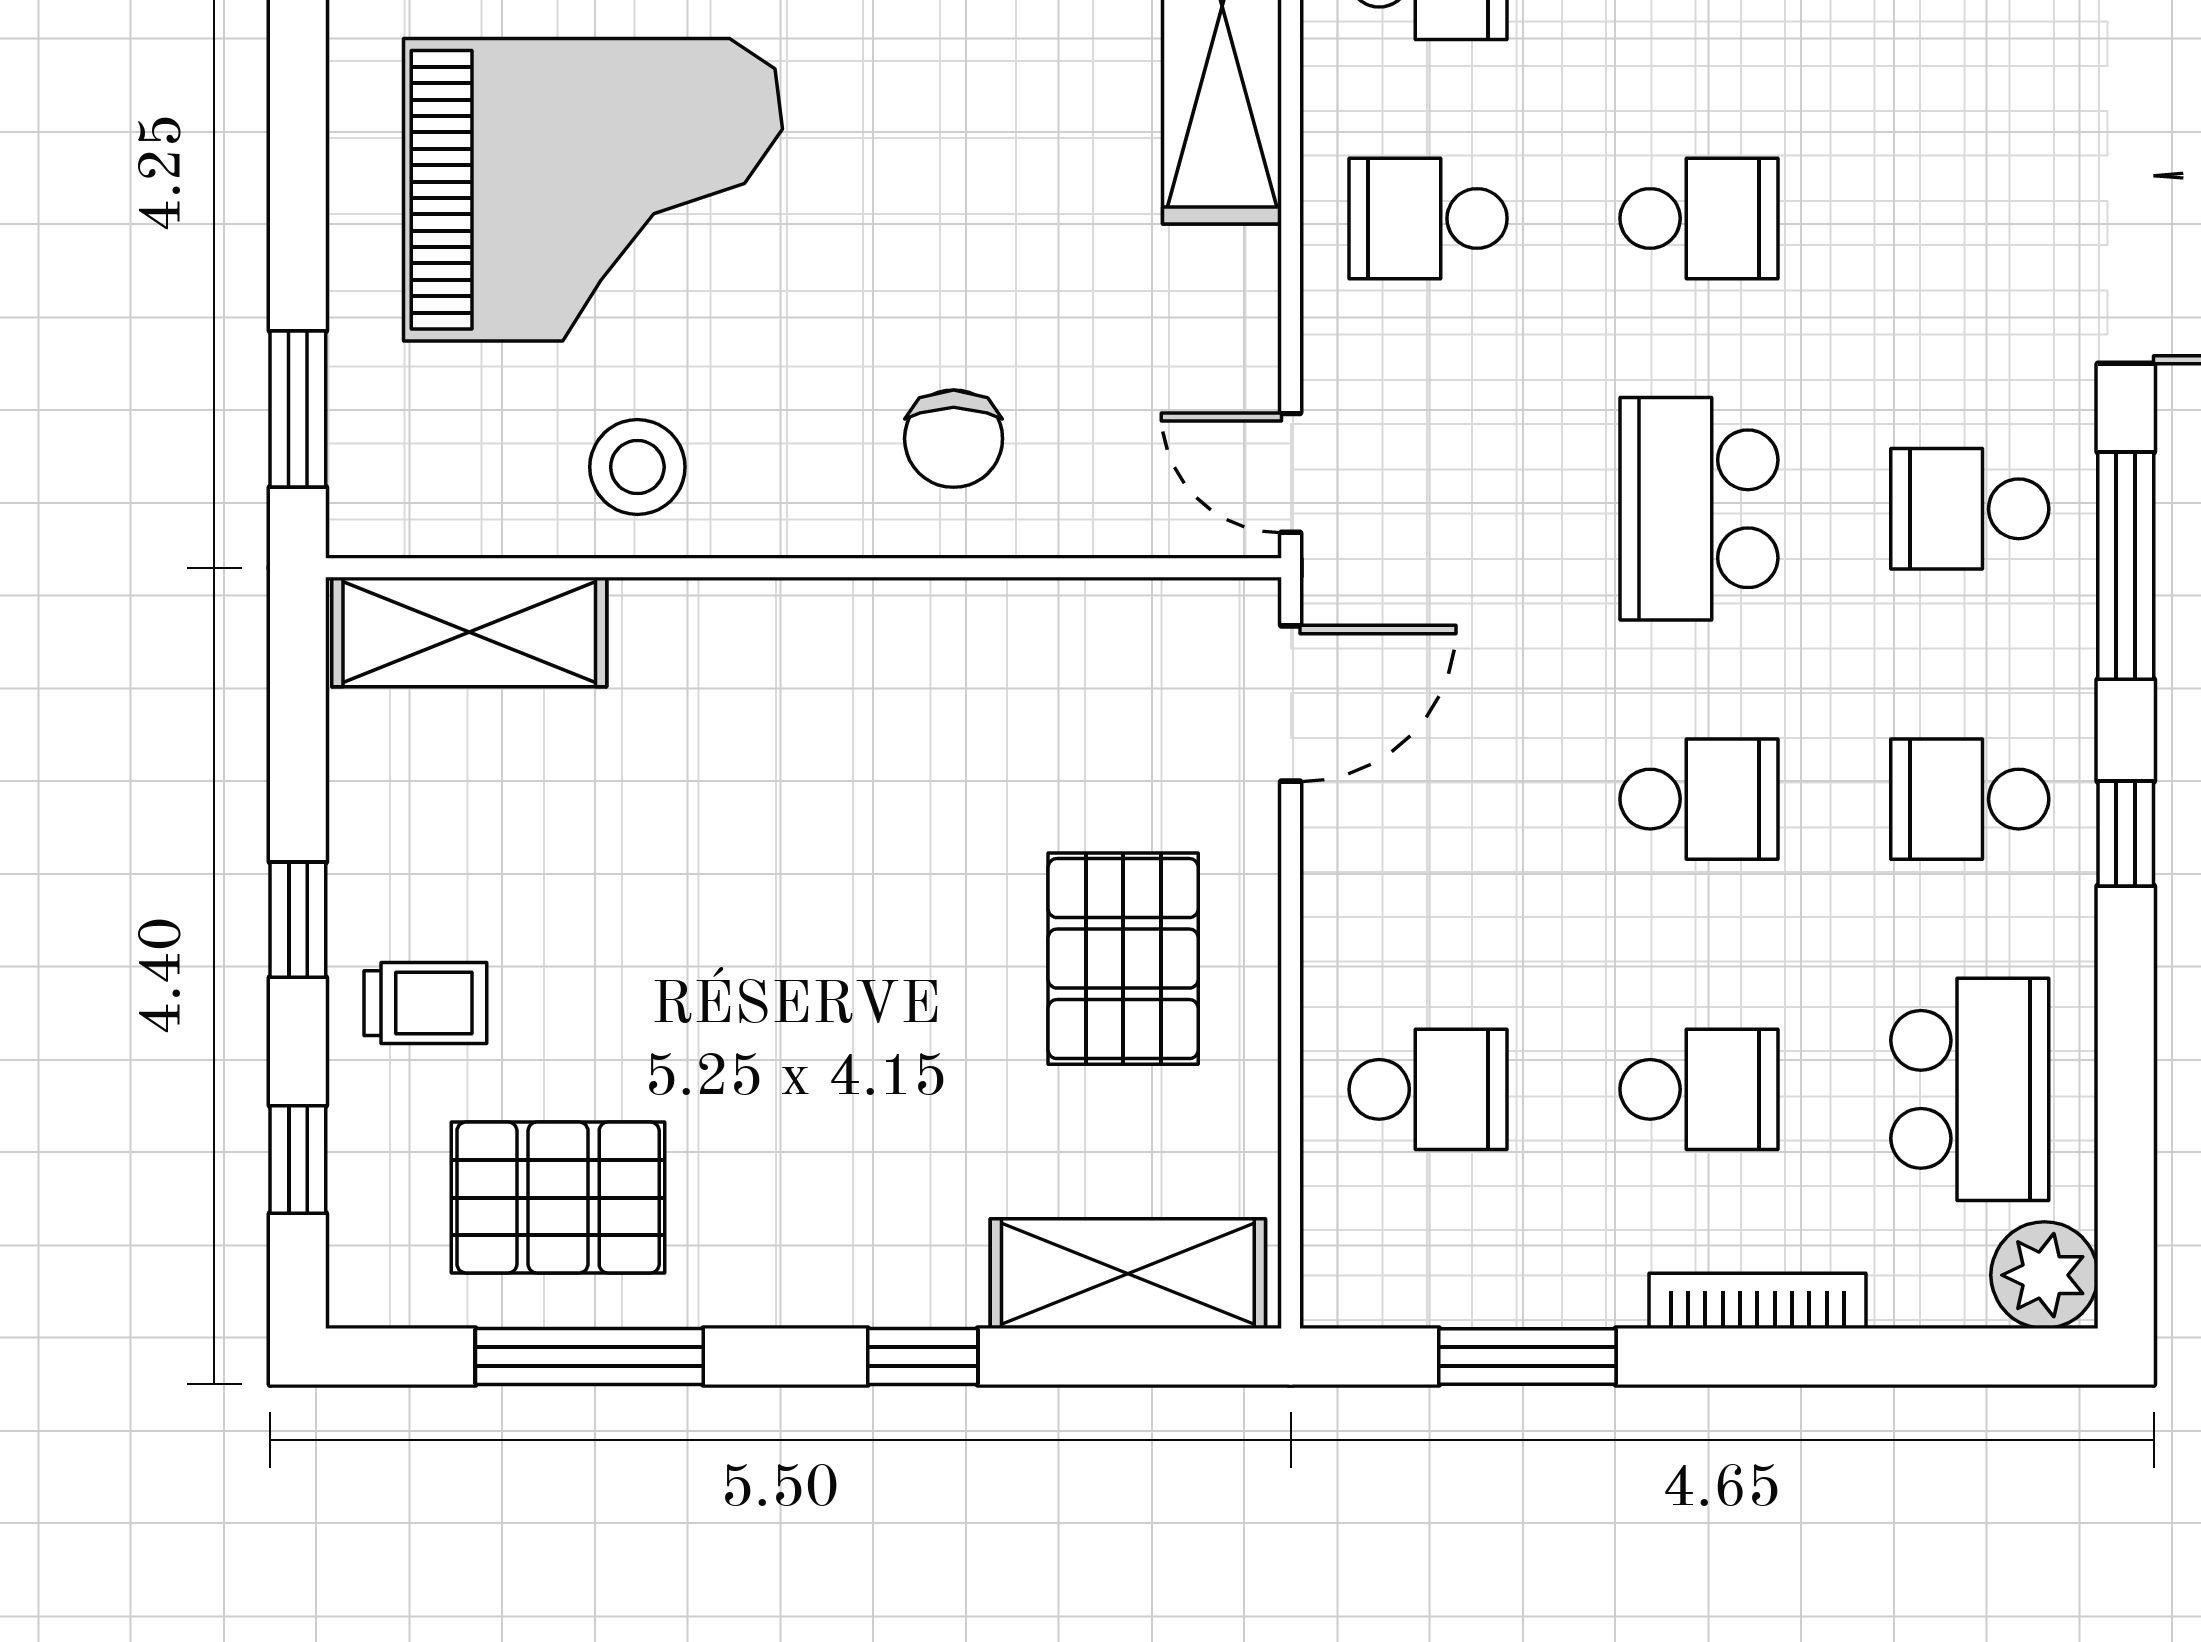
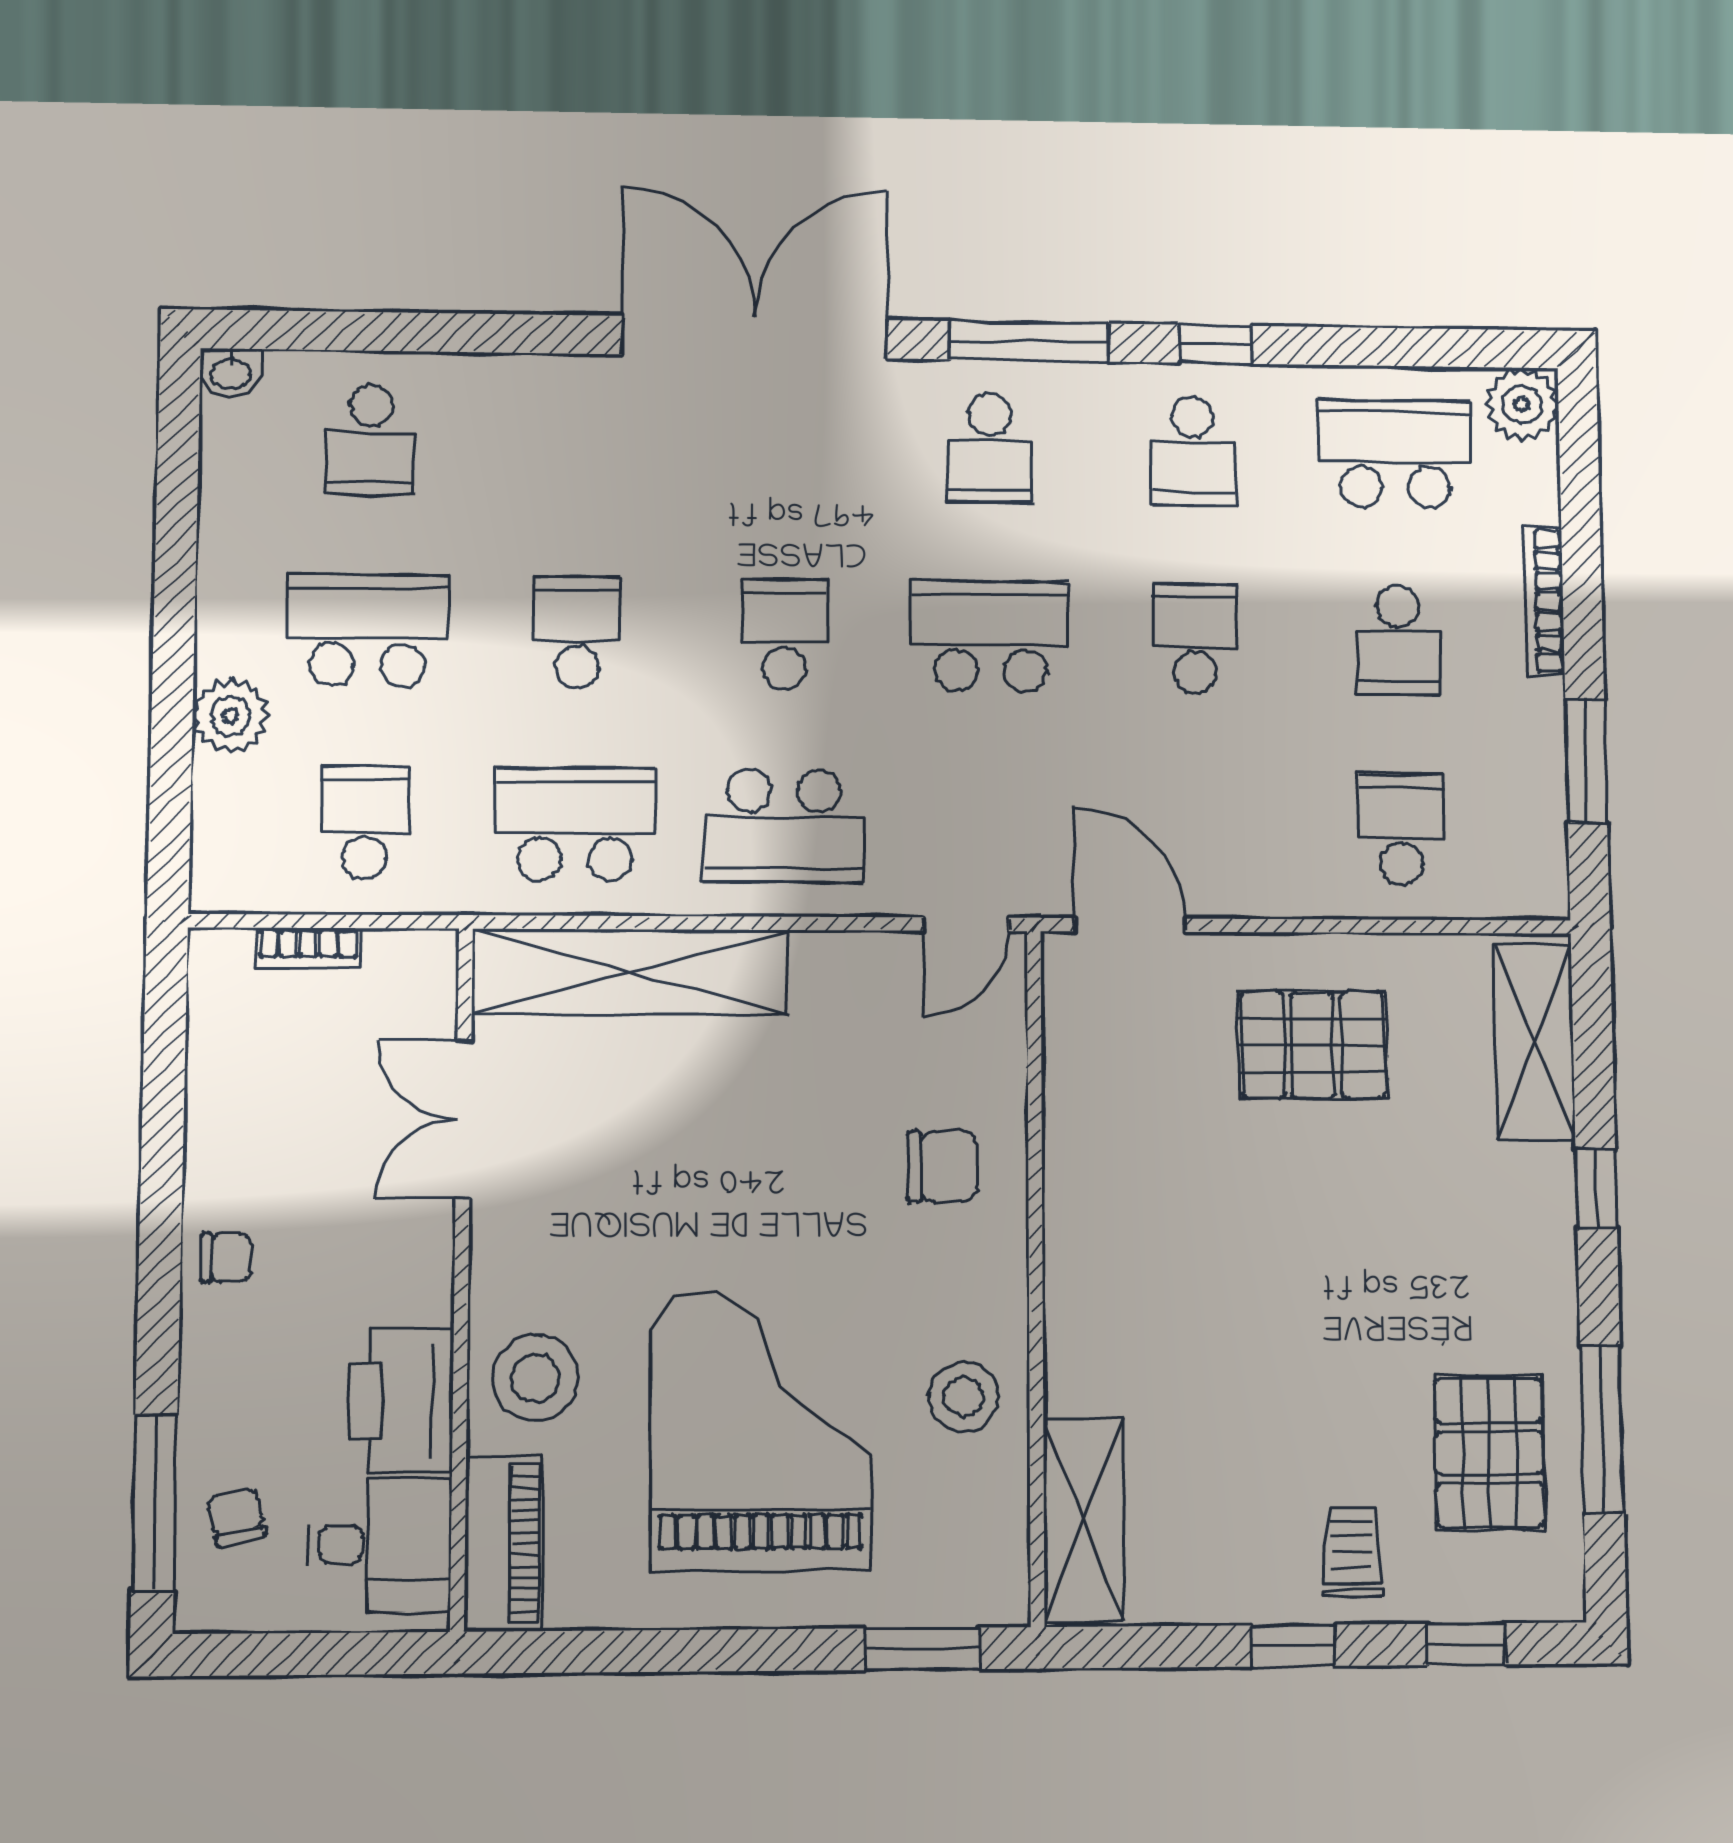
school desk: (1428, 218) -> (784, 825), width x1.85
school desk: (1699, 509) -> (990, 636), turned 180
school desk: (1699, 1089) -> (1398, 640), turned 180

